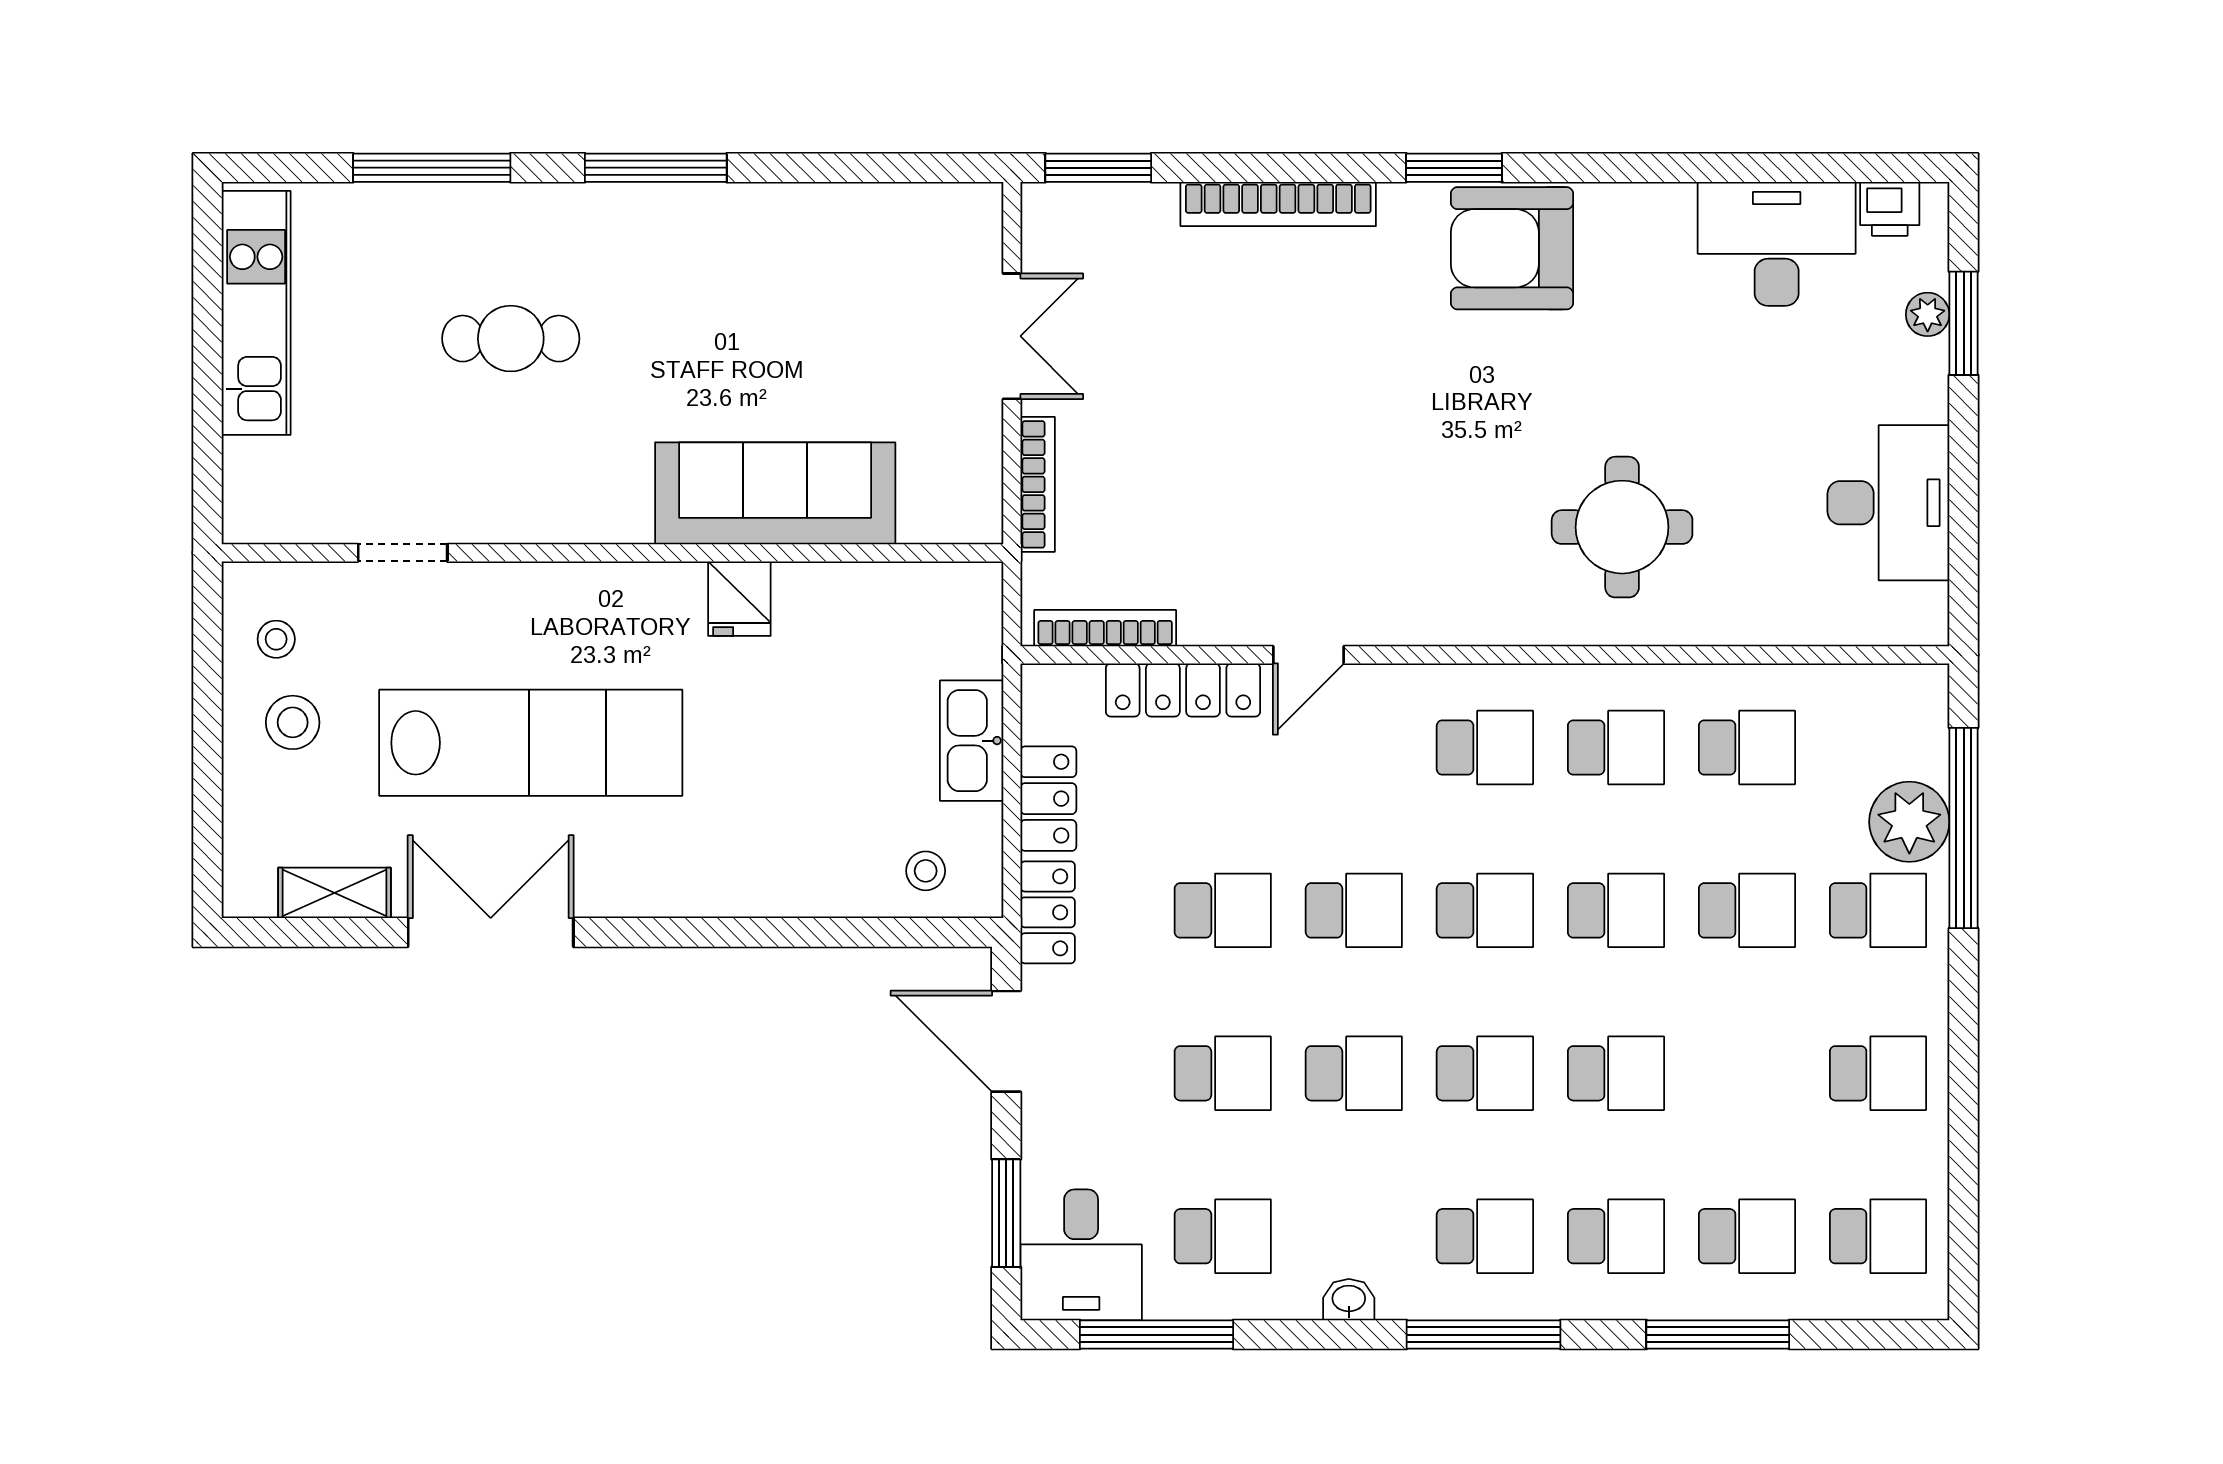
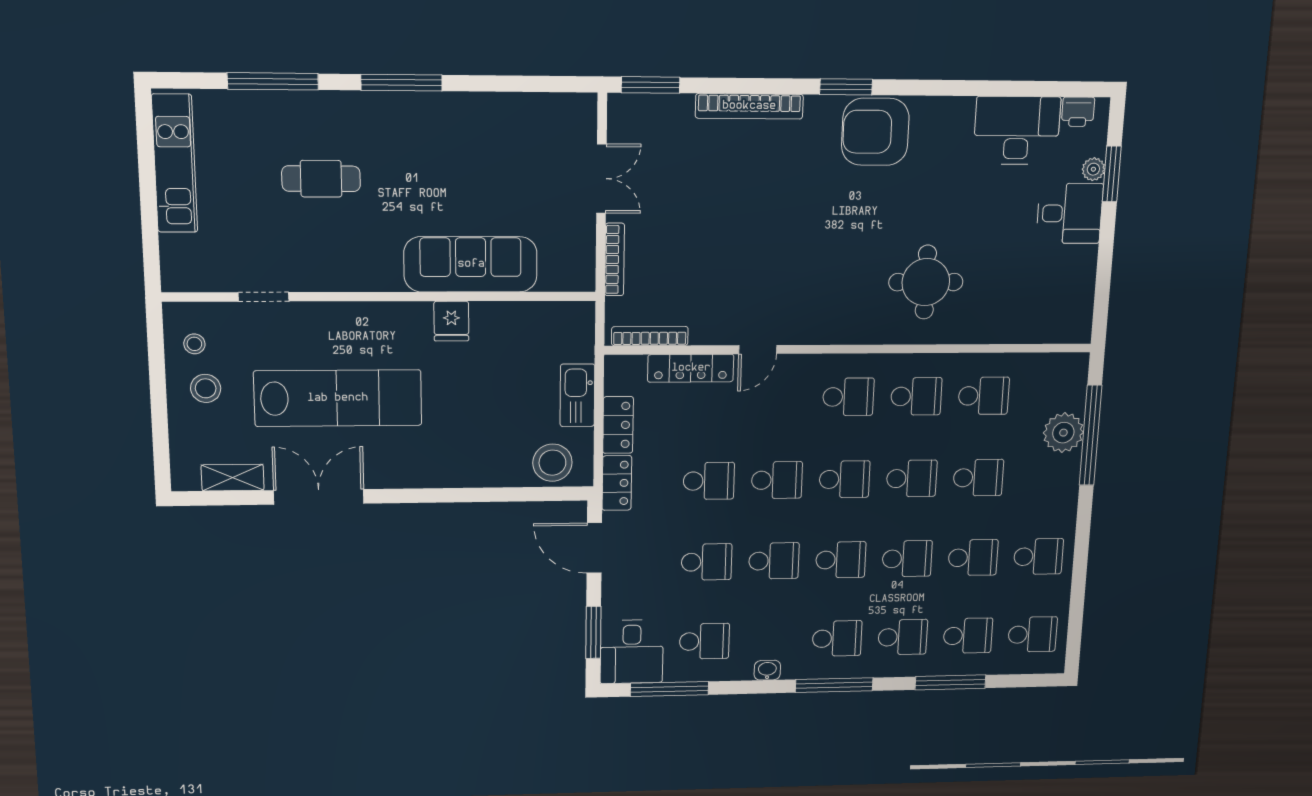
desk: (1888, 503) -> (1070, 213), moved, width x0.73
stool: (926, 871) -> (552, 463), width x1.89, depth x1.89
school desk: (1878, 910) -> (973, 558), moved

